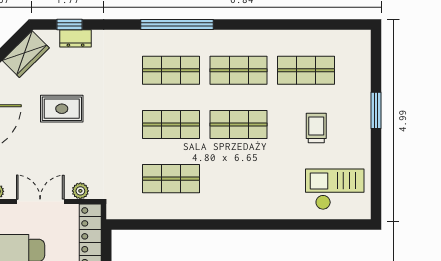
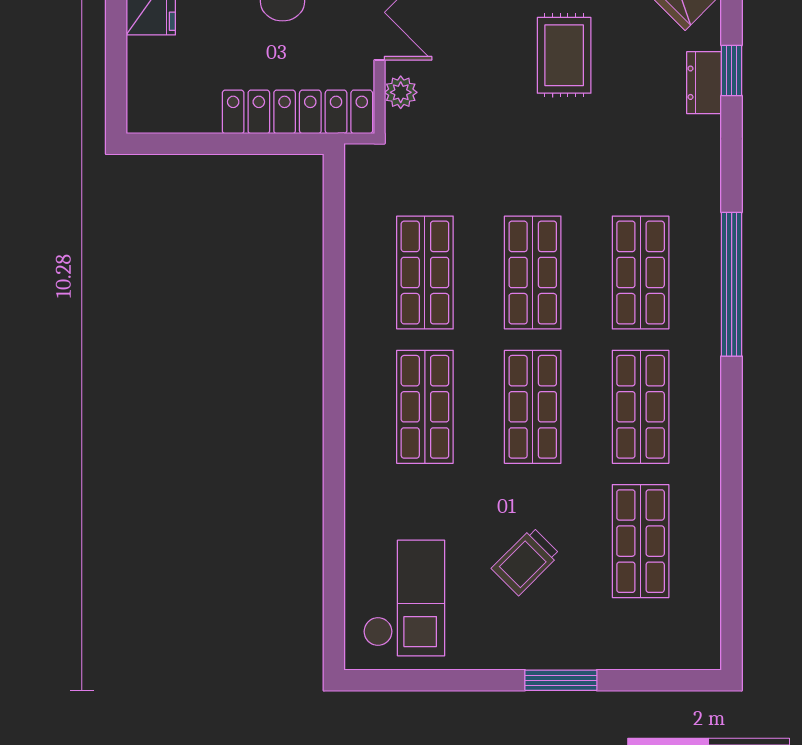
trolley: (316, 128) -> (526, 561), turned 135
shop shelf: (239, 179) -> (425, 407), added

